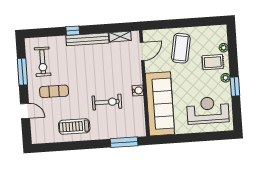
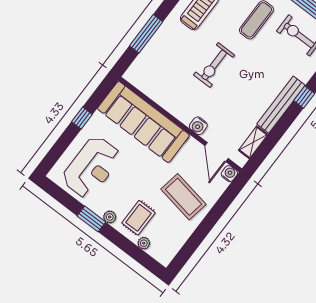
water cooler: (148, 35) -> (229, 174), added
water cooler: (138, 91) -> (198, 126), moved
exercise bike: (107, 102) -> (214, 65), moved
window: (186, 138) -> (82, 118), added
window: (124, 142) -> (146, 34), moved

